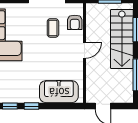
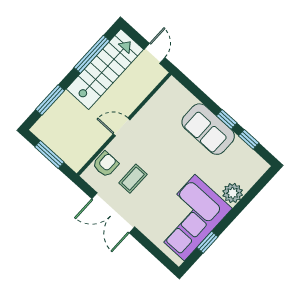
stairs: (122, 39) -> (105, 69), moved
sofa: (59, 92) -> (208, 129), moved

